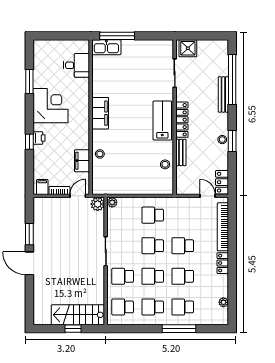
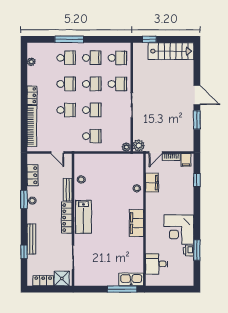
locker: (210, 46) -> (43, 281), added
window: (232, 80) -> (24, 252), width x0.32
printer: (39, 138) -> (189, 251), moved
window: (29, 142) -> (197, 180), moved
locker: (222, 182) -> (33, 175), moved
door: (208, 196) -> (57, 152), moved
stairs: (78, 315) -> (171, 51), moved
window: (73, 329) -> (149, 39), moved

